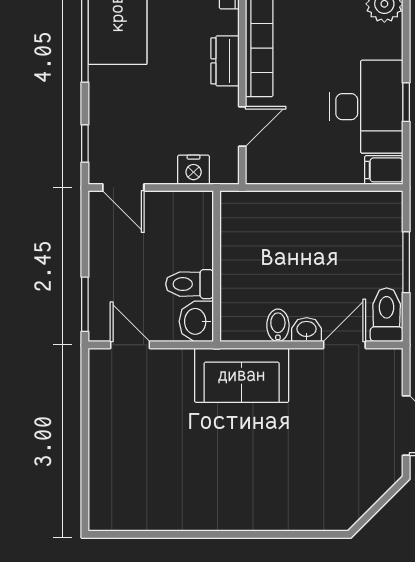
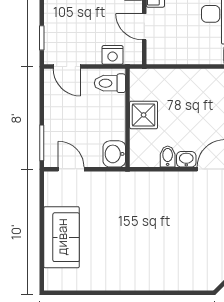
door: (242, 126) -> (144, 27), swing flipped
shower: (241, 262) -> (144, 115), added
toilet: (189, 284) -> (110, 83), moved
sofa: (242, 375) -> (62, 237), moved, turned -90

